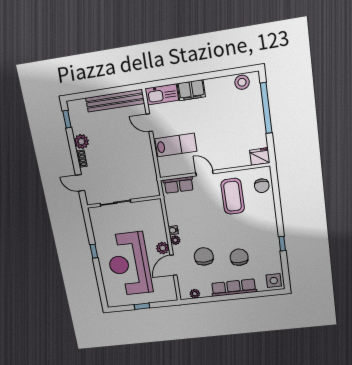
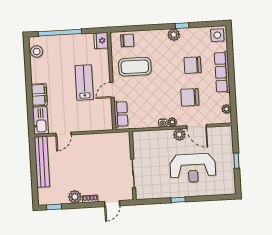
lab bench: (176, 145) -> (84, 82), moved
plant: (272, 235) -> (174, 35), added
reception desk: (129, 264) -> (193, 168), width x0.74, depth x0.77

